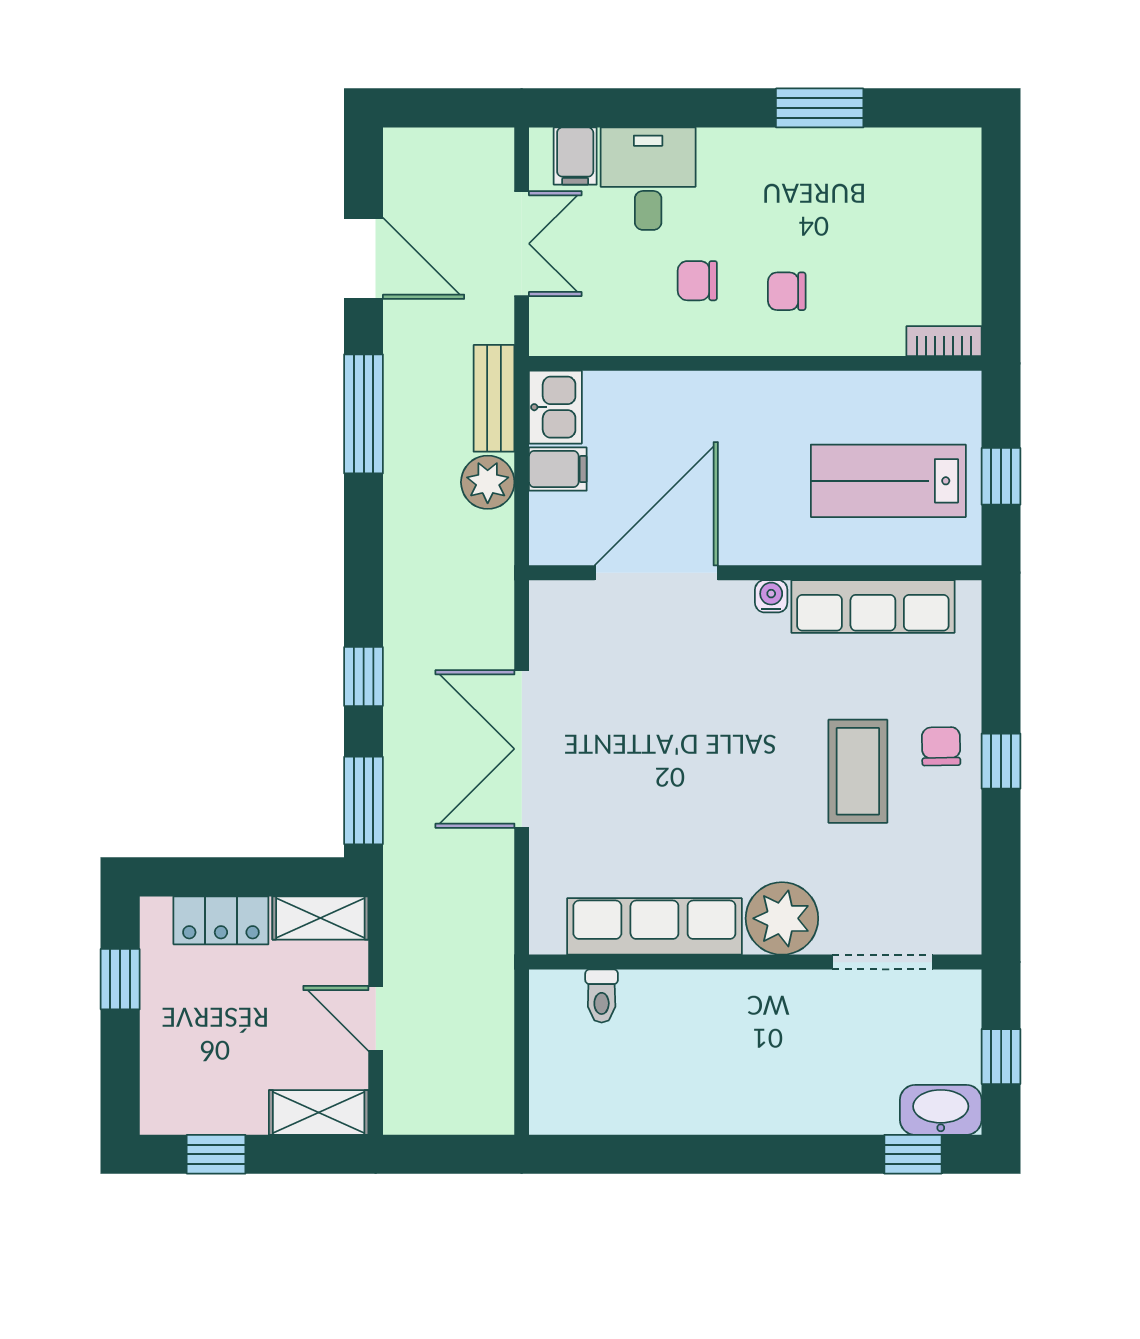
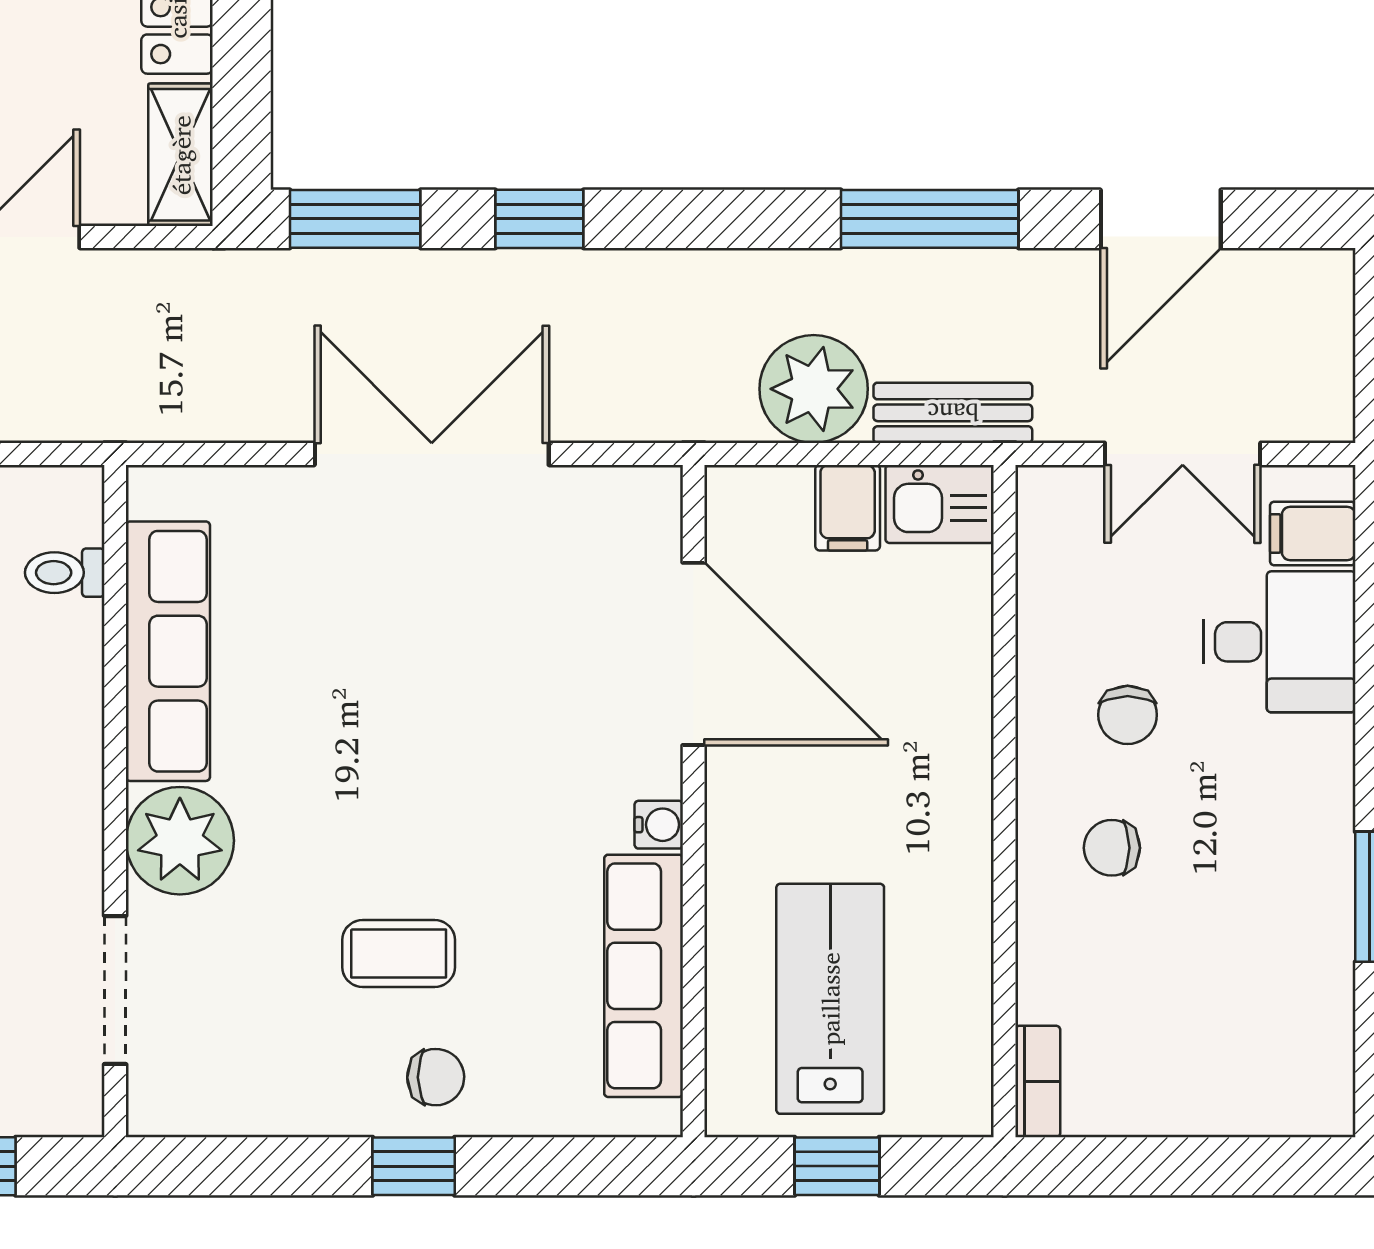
chair: (697, 281) -> (1128, 715), turned 180
chair: (787, 291) -> (1112, 848), turned -90
plant: (488, 482) -> (814, 389), width x1.36, depth x1.36
coffee table: (858, 771) -> (399, 953), width x0.73, depth x0.77

